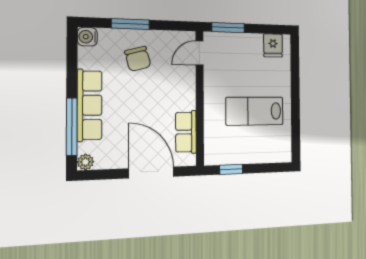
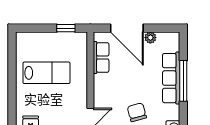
window: (72, 127) -> (183, 81), moved
plant: (85, 162) -> (150, 38), moved

